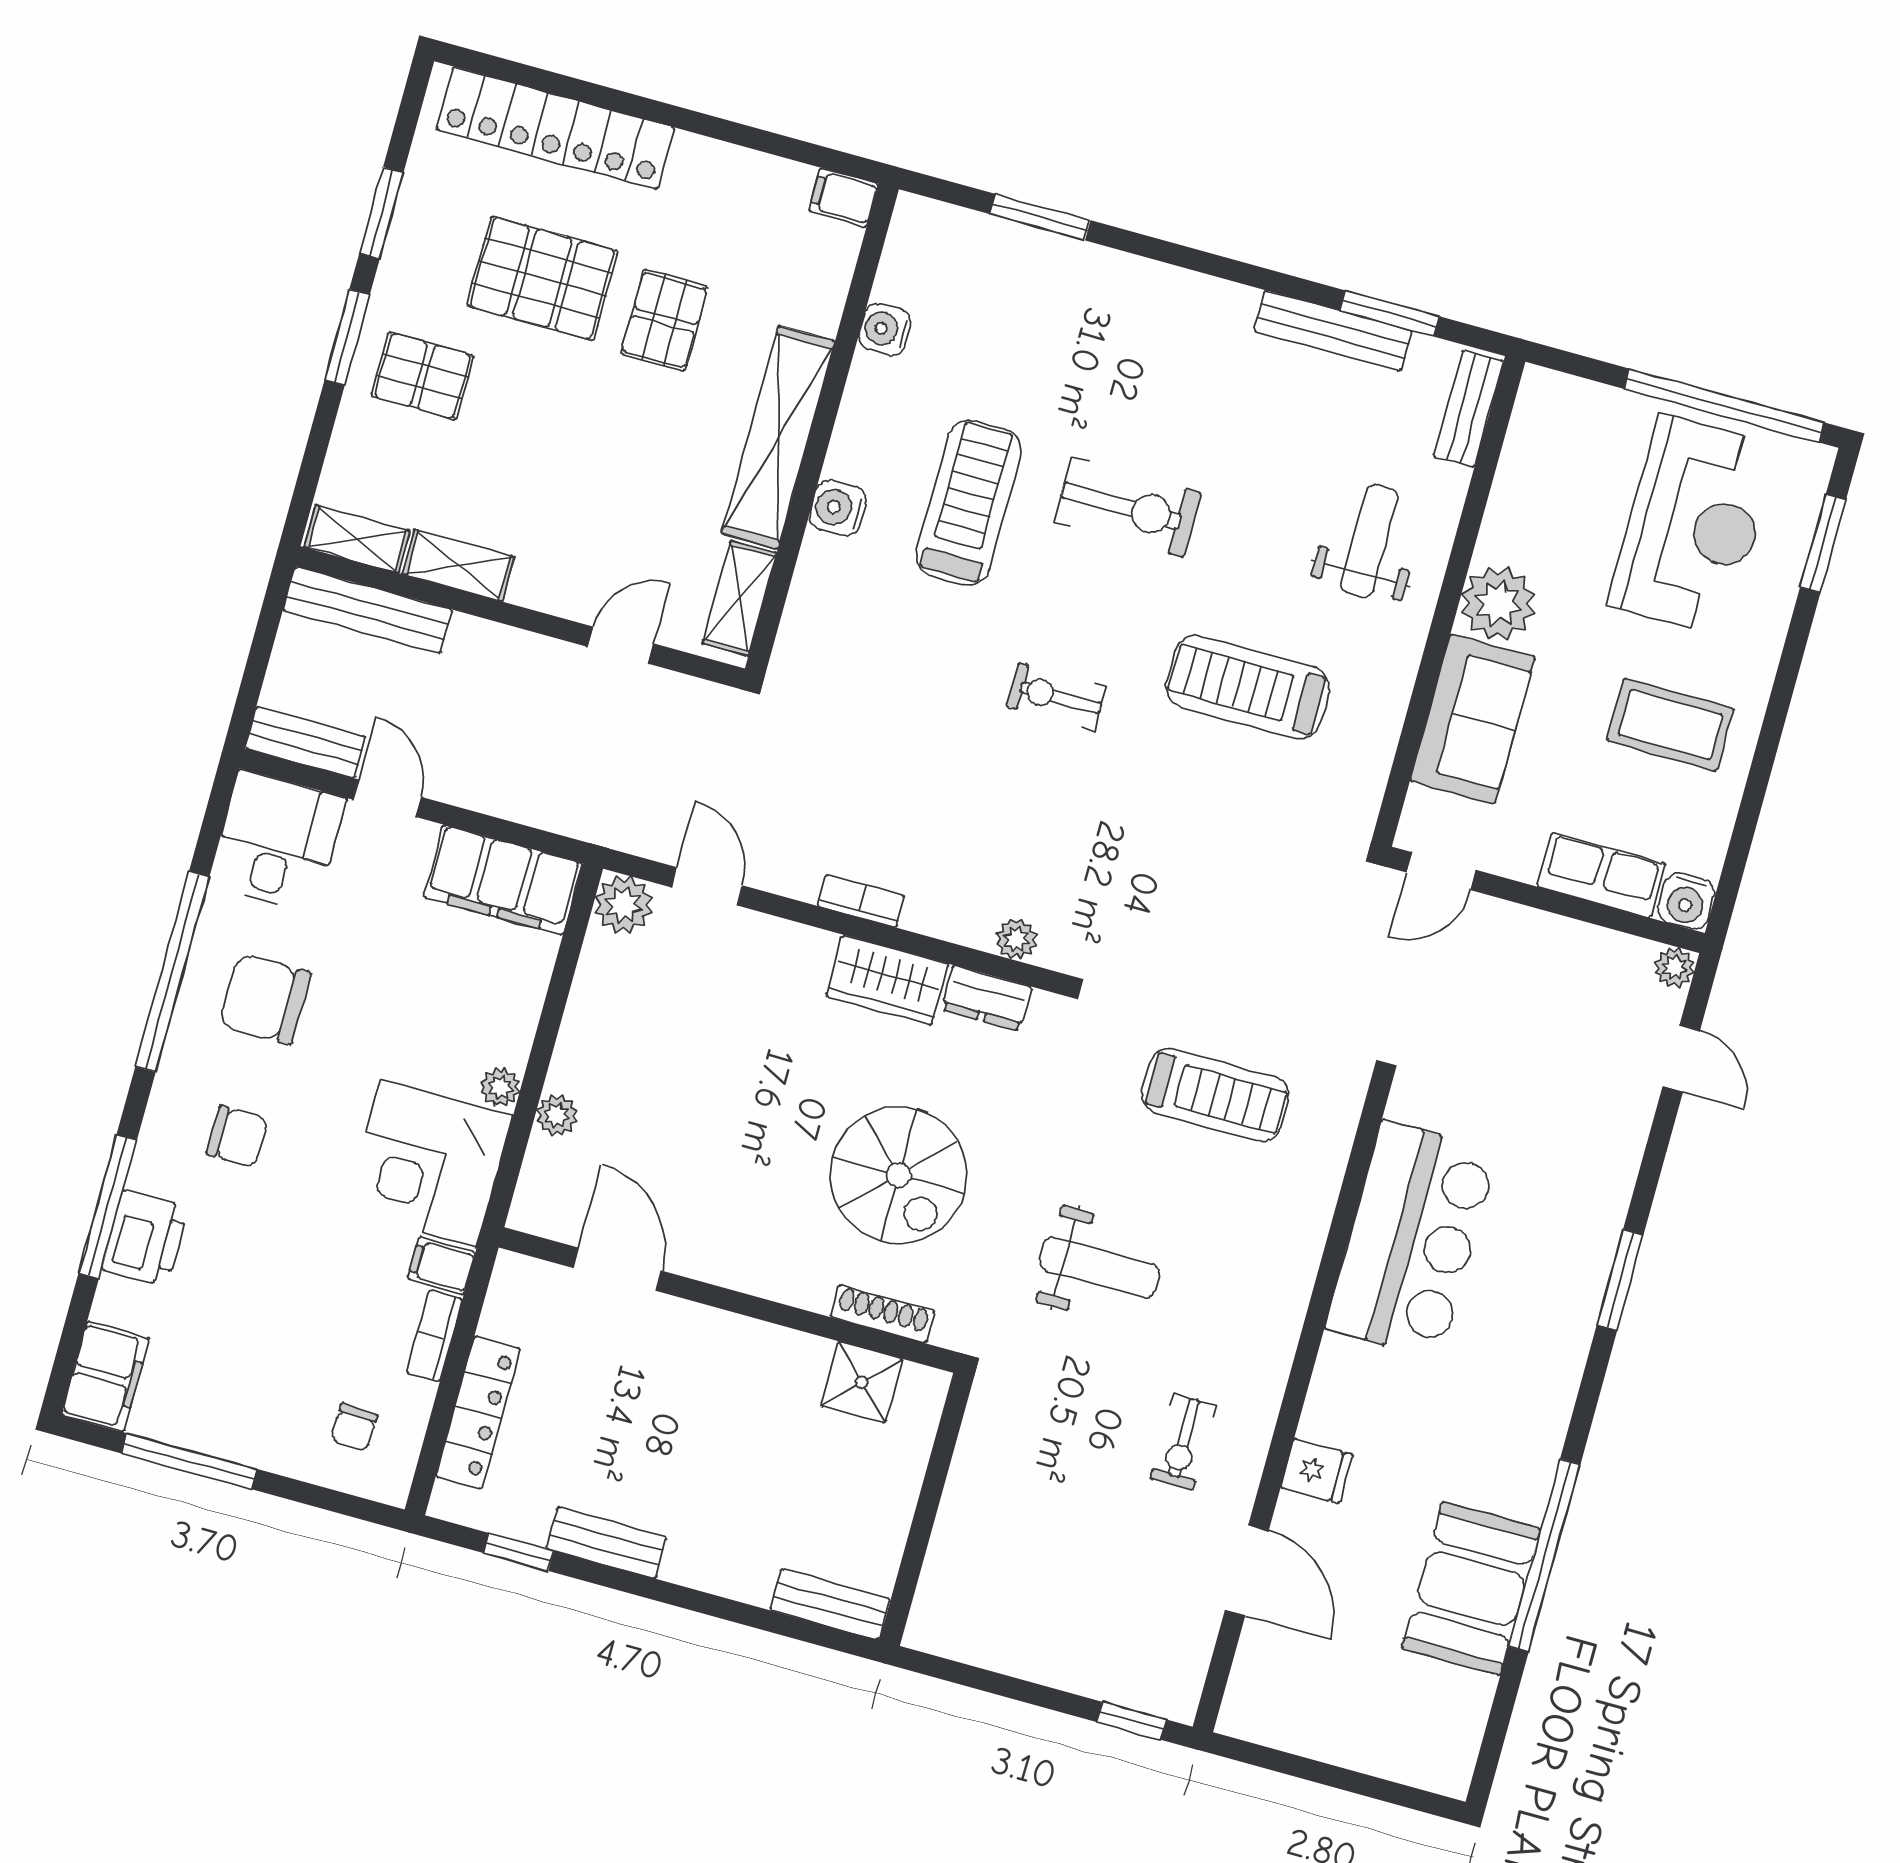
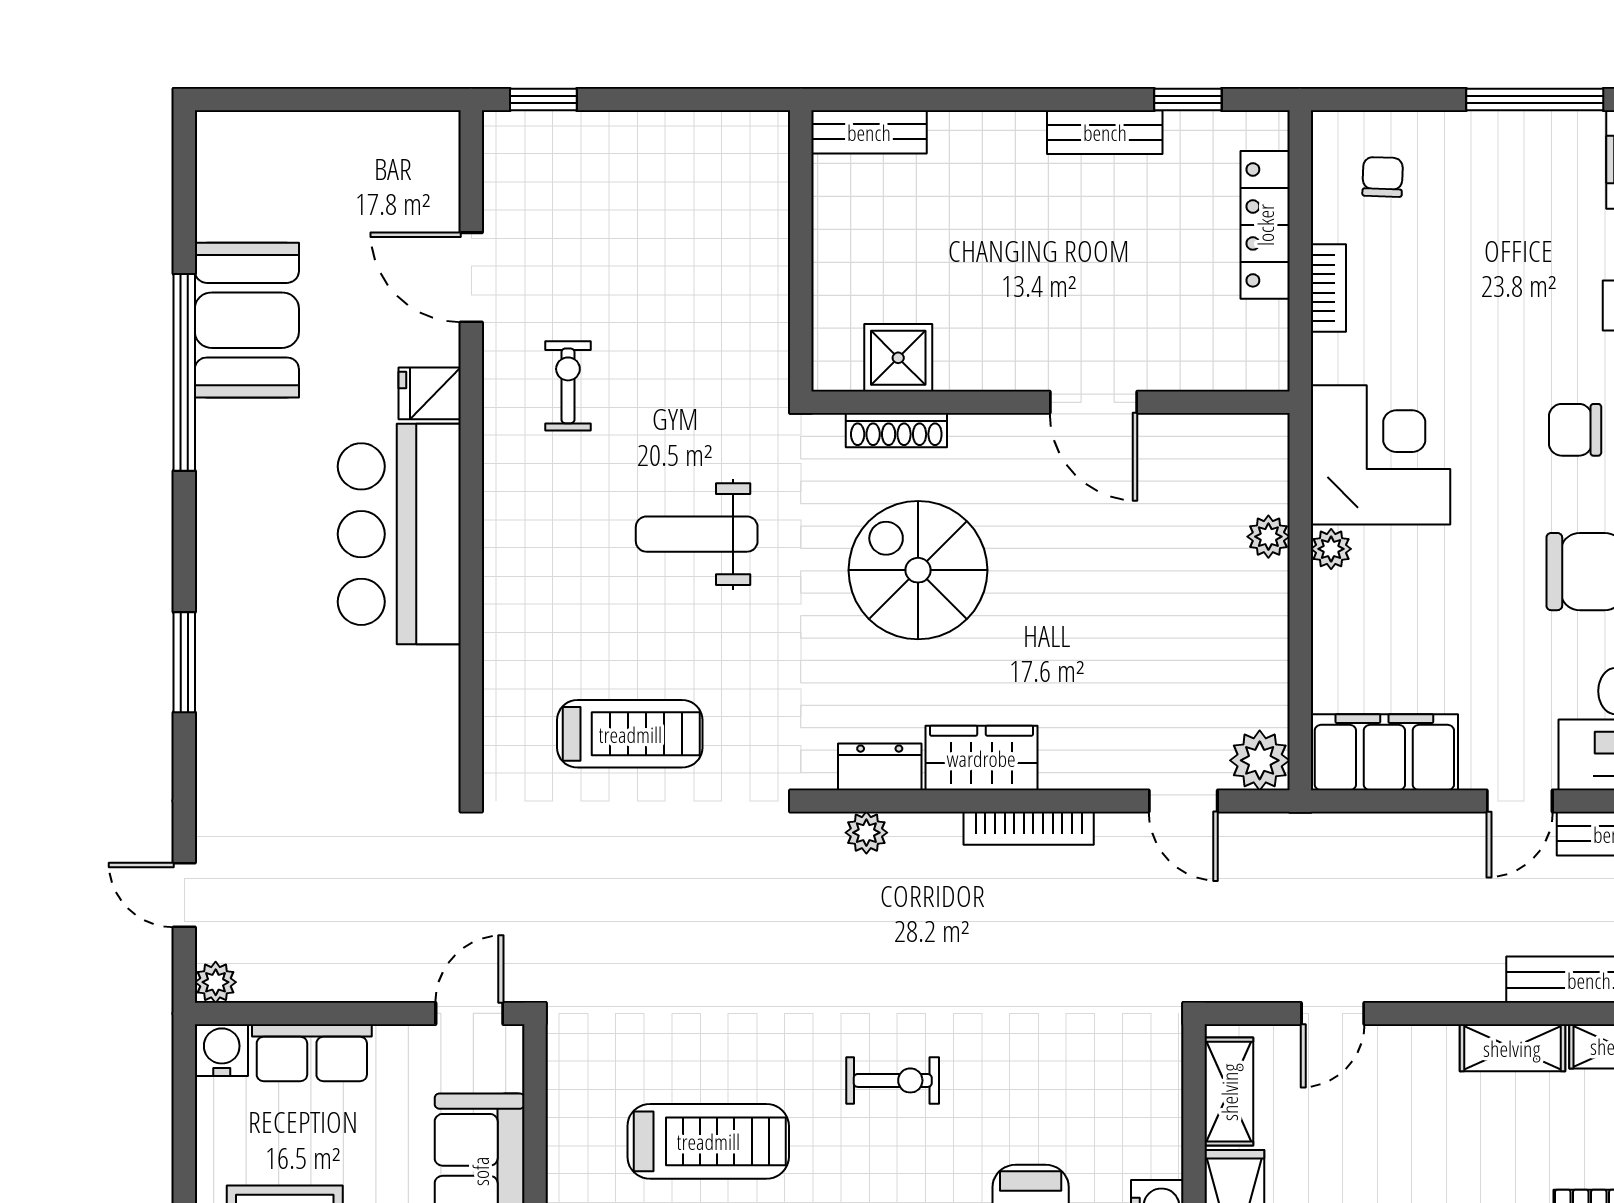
door: (387, 798) -> (1520, 801), hinge flipped
bookcase: (861, 901) -> (1029, 828), width x1.56
treadmill: (1215, 1095) -> (630, 734), turned 180
bar counter: (1411, 1240) -> (399, 534), moved
filing cabinet: (441, 1266) -> (1341, 358), removed
door: (617, 1269) -> (1094, 402), moved

